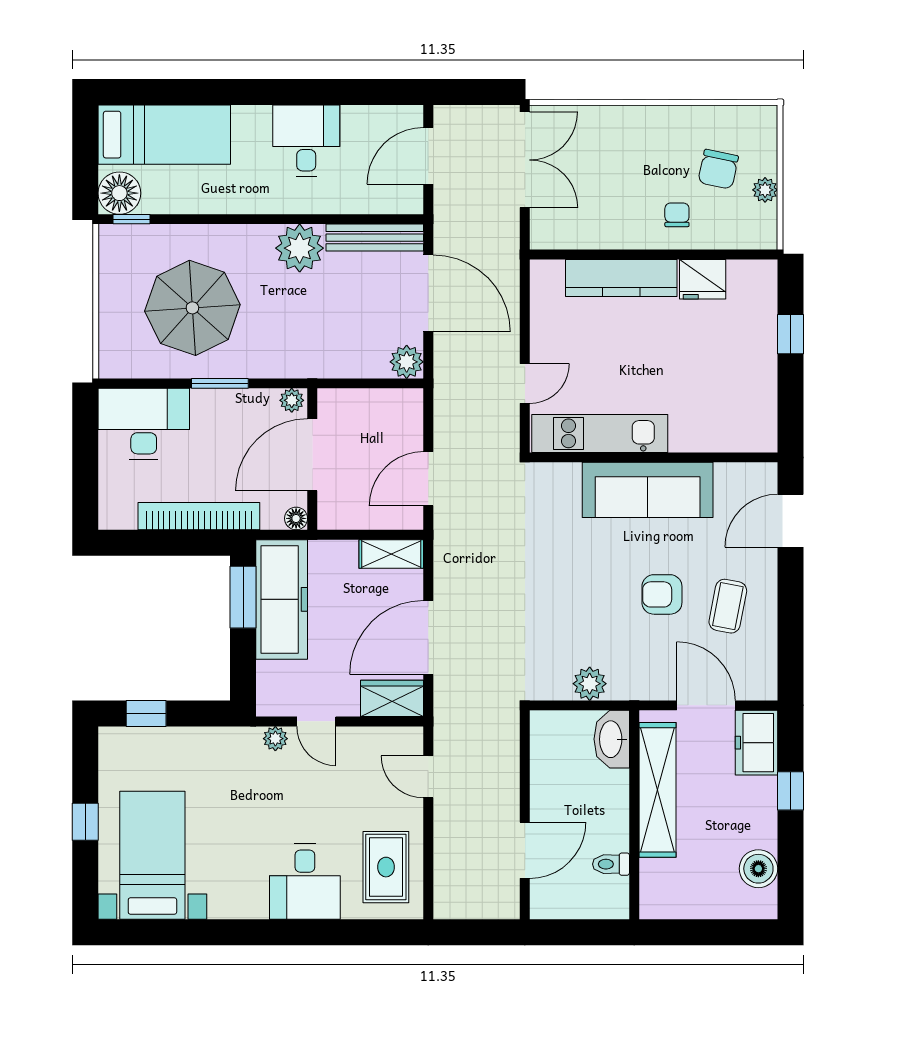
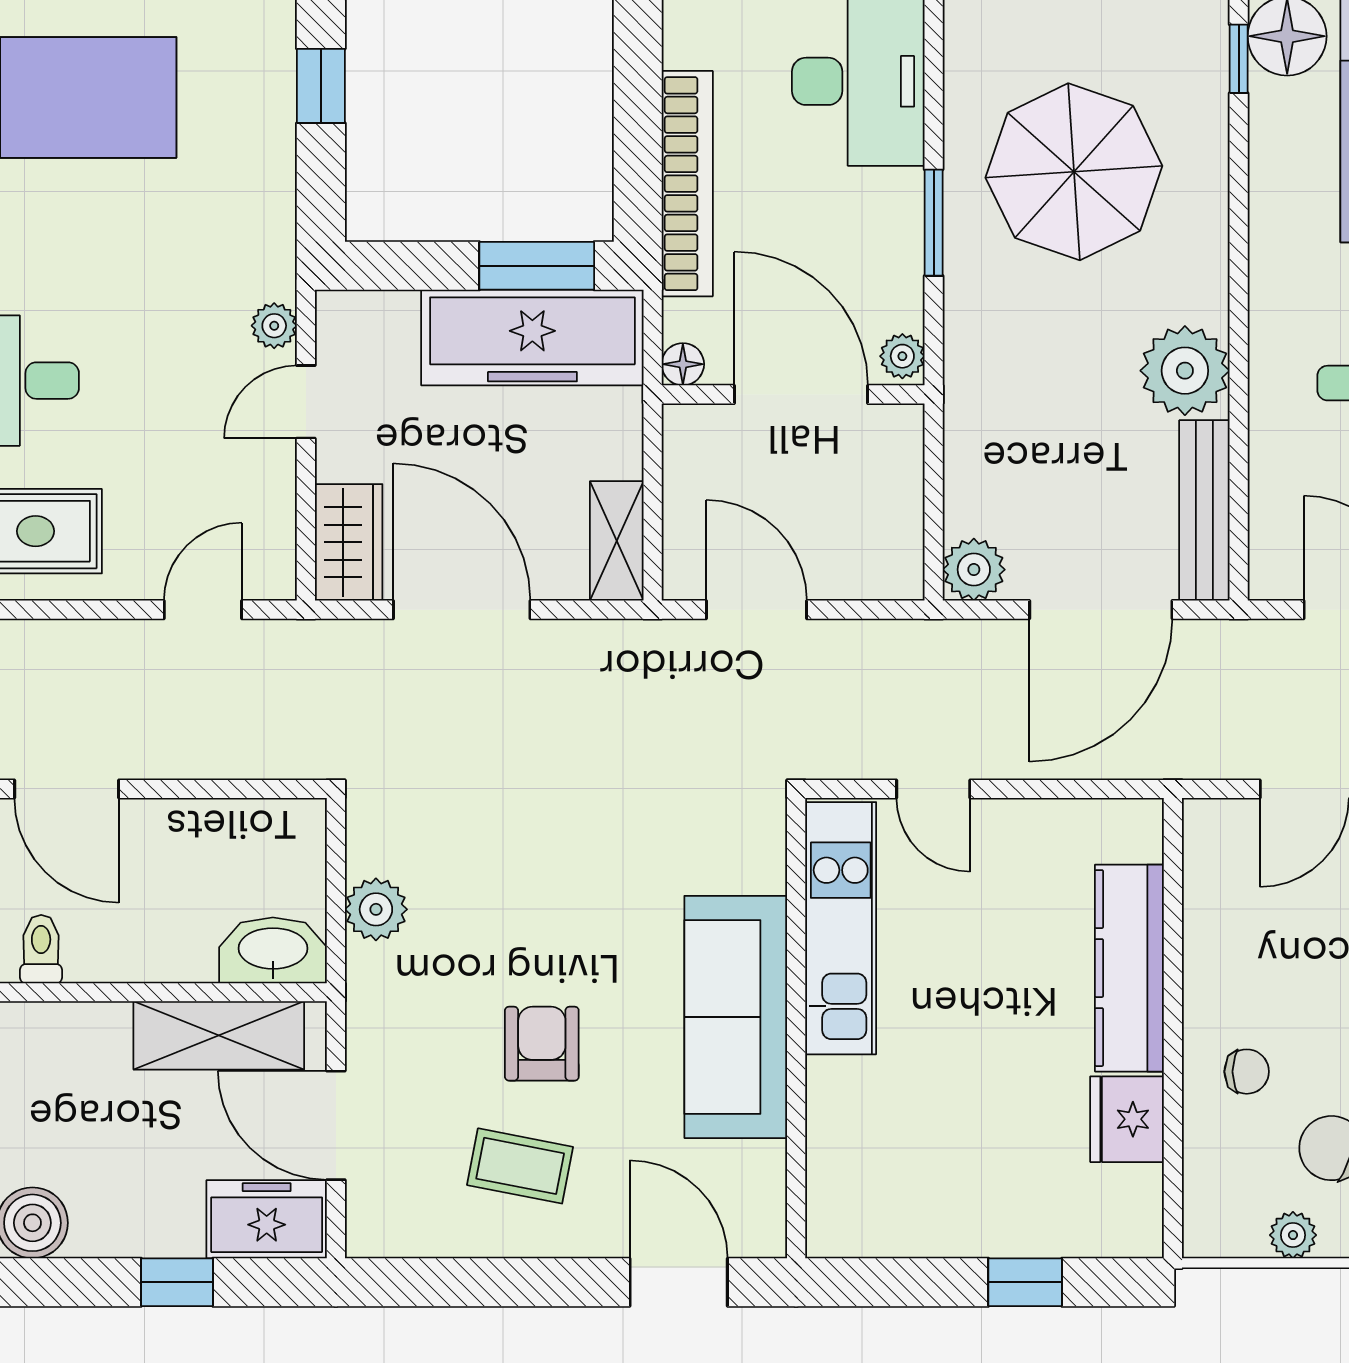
door: (706, 705) -> (336, 1125), swing flipped
shelving: (658, 790) -> (219, 1035), width x0.68

